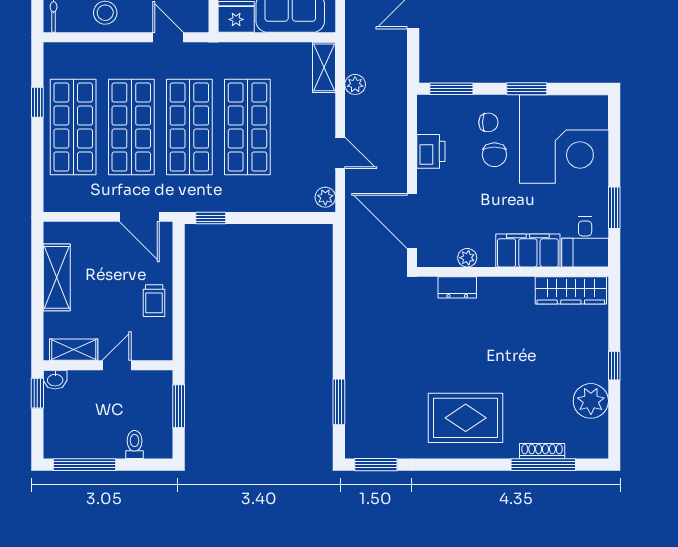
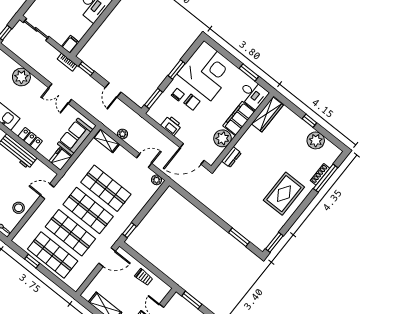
plant: (467, 258) -> (222, 138), width x1.88, depth x1.88

